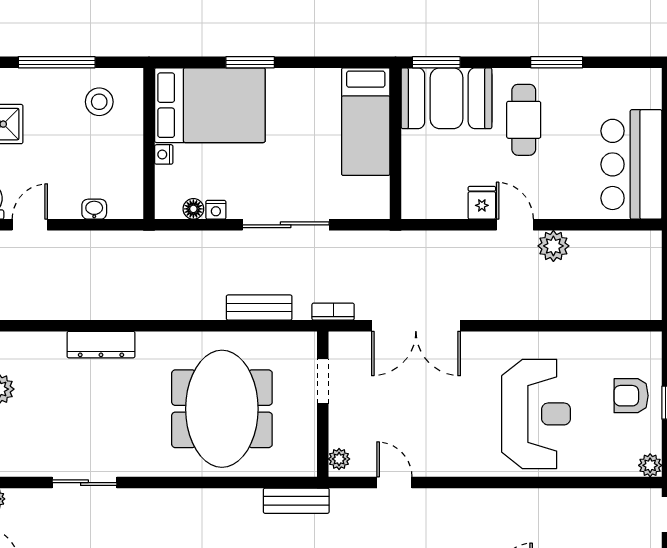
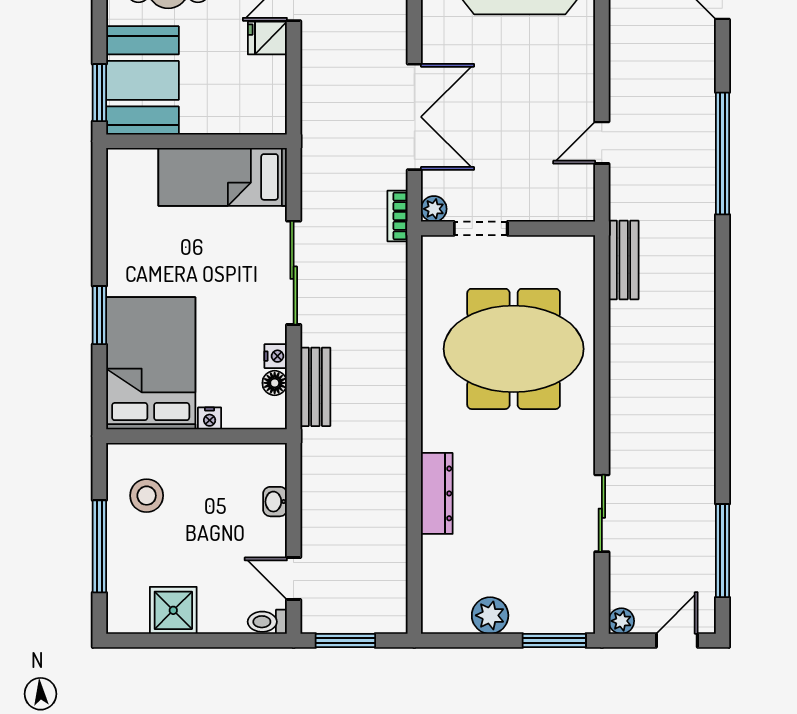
bed: (366, 122) -> (223, 177), moved, turned 180
bench: (259, 308) -> (315, 387), moved
plant: (339, 459) -> (434, 209), moved

